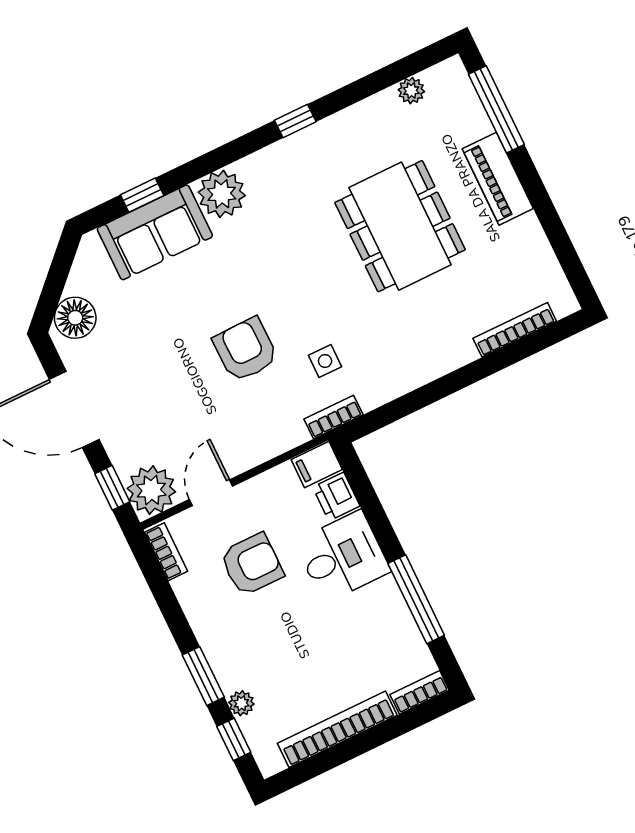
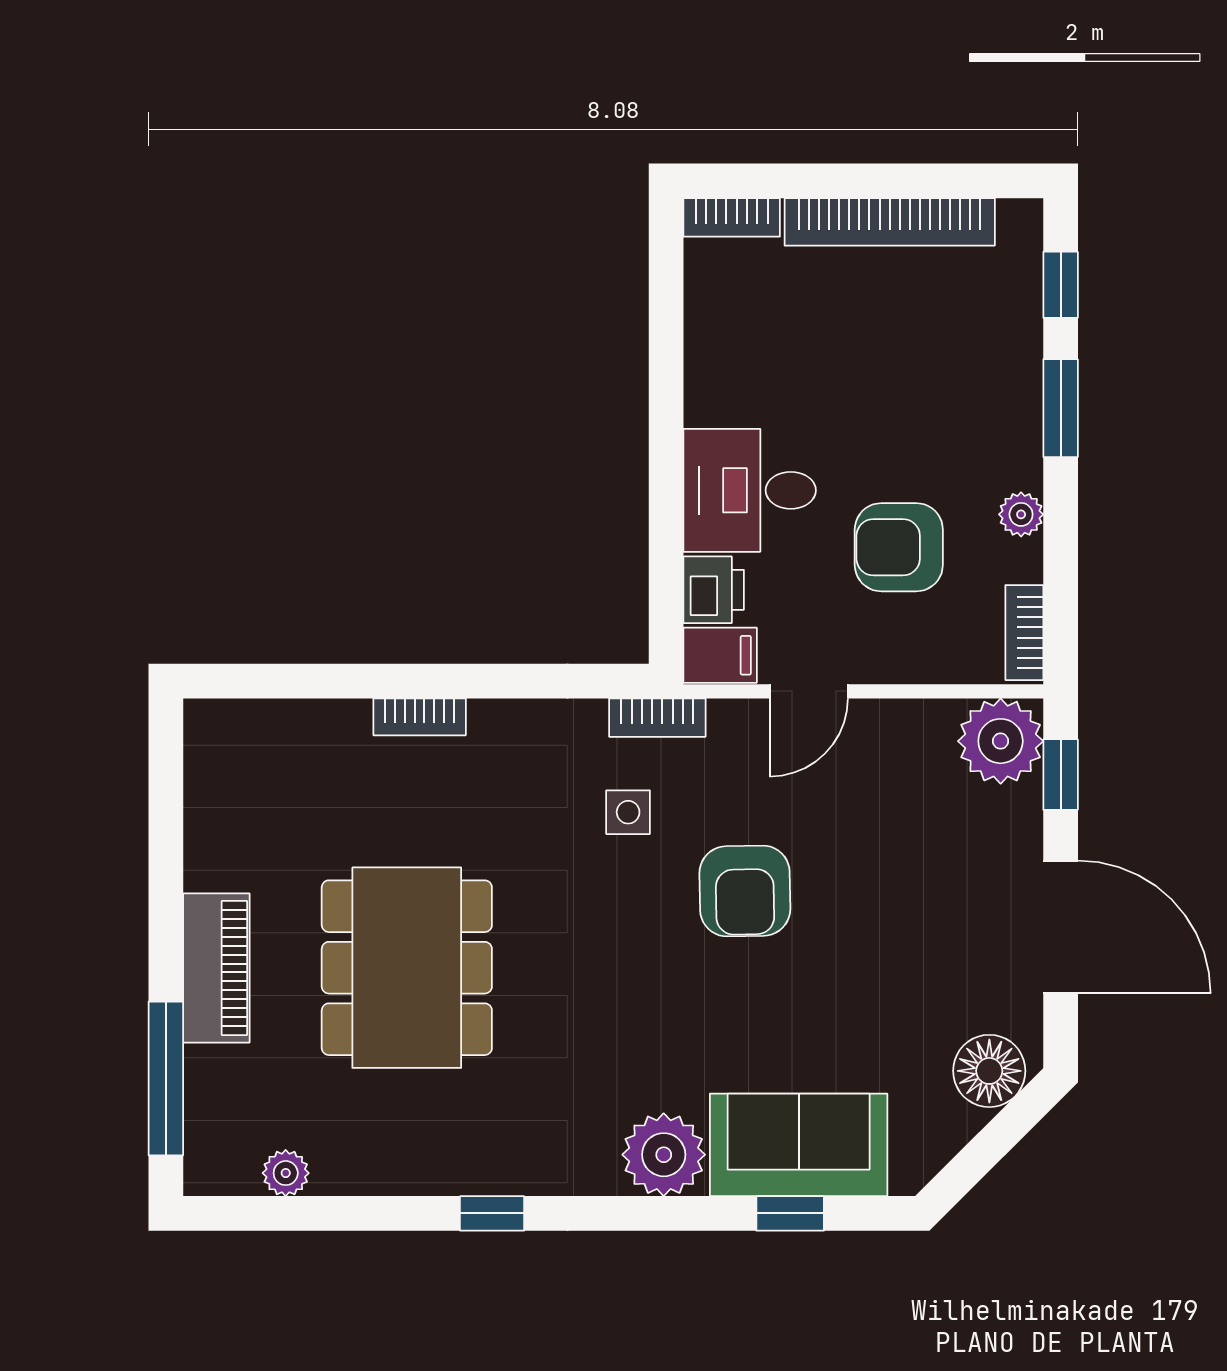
bookcase: (515, 330) -> (420, 717), moved, width x0.64
door: (211, 493) -> (809, 691), moved
window: (416, 599) -> (666, 367), removed
plant: (241, 703) -> (1021, 514), moved

